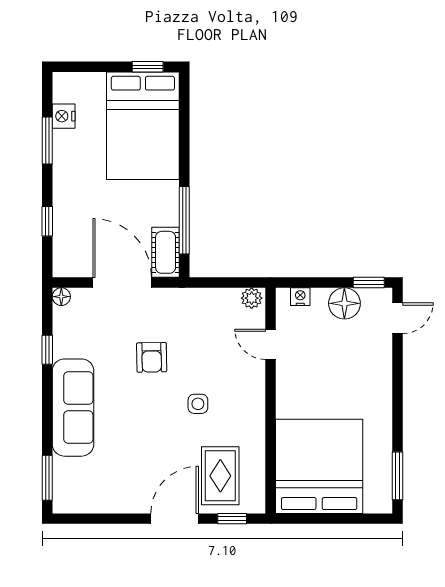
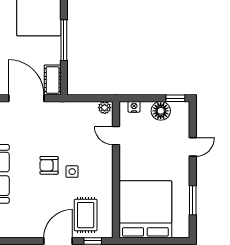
window: (184, 220) -> (64, 40), moved
door: (397, 318) -> (193, 147), moved
armchair: (152, 357) -> (49, 165), moved, turned 91
window: (397, 476) -> (193, 200), moved

